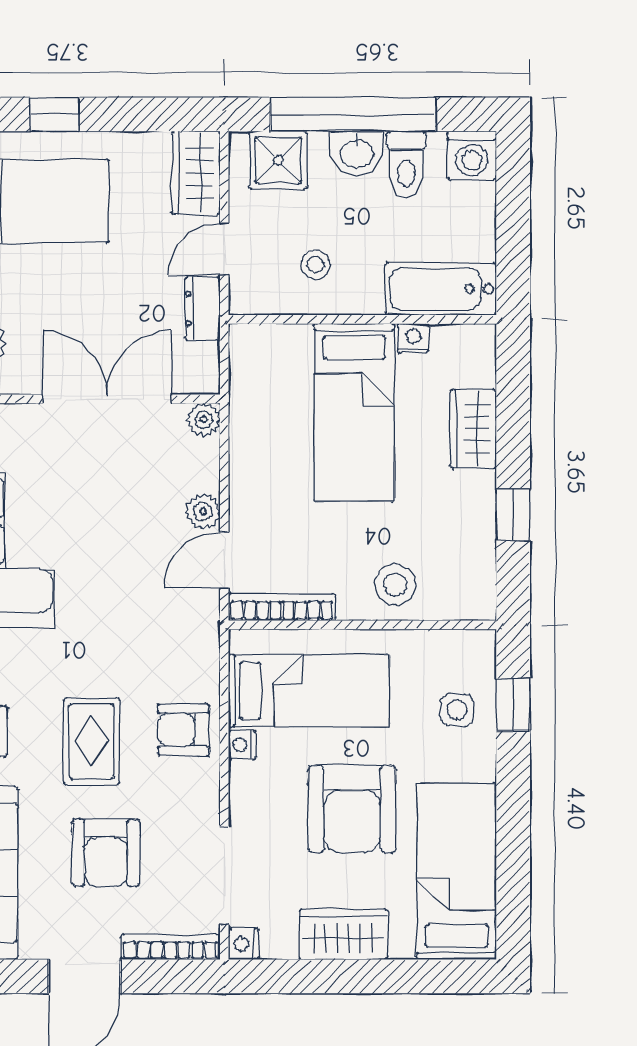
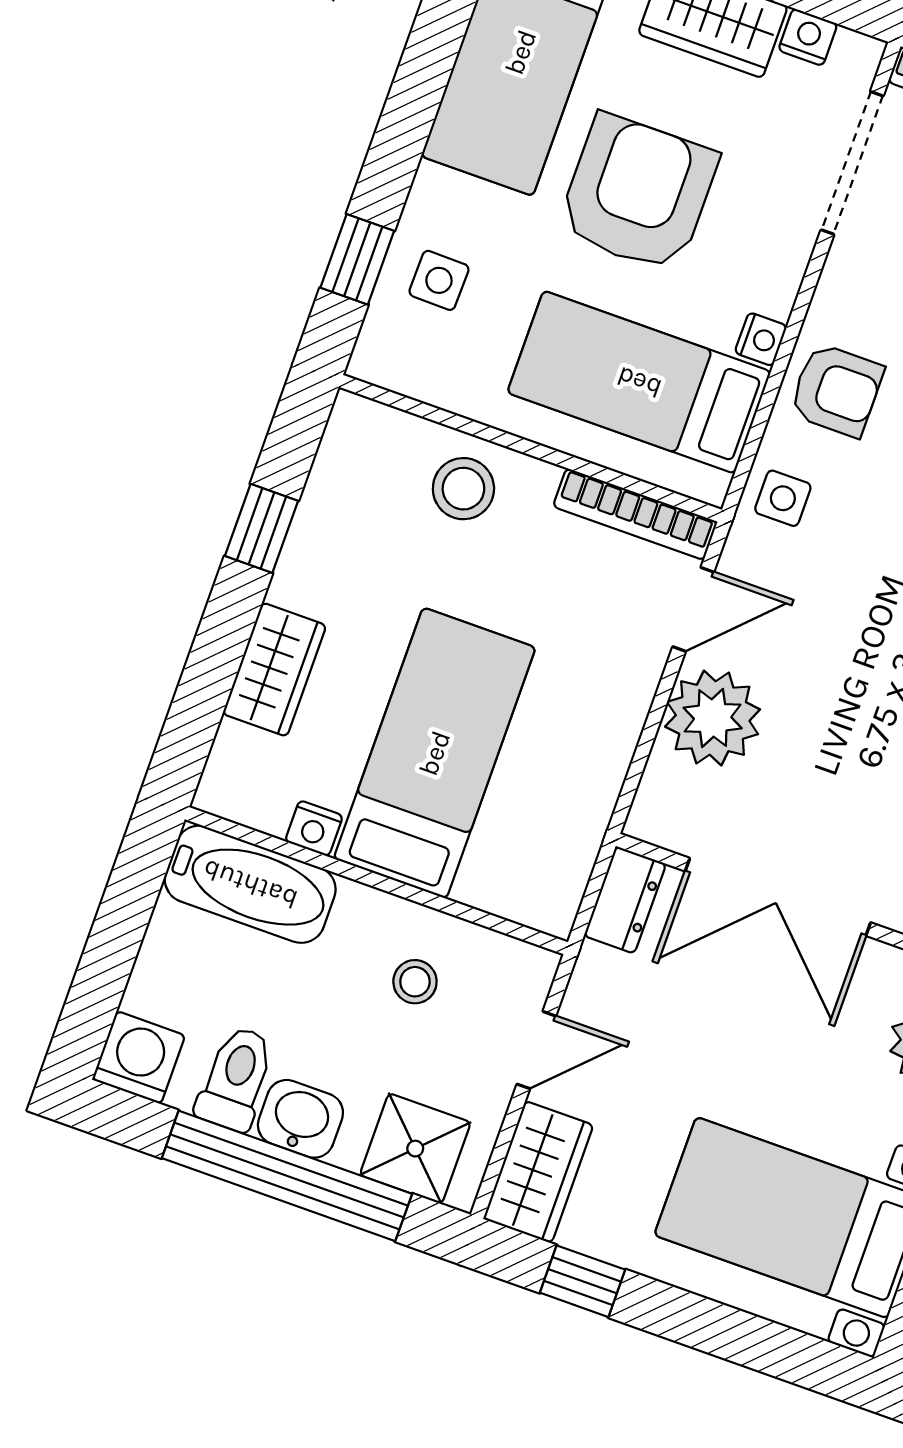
window: (55, 114) -> (583, 1281), moved
dresser: (202, 309) -> (625, 900), moved
plant: (204, 420) -> (652, 819), removed
plant: (203, 512) -> (713, 718), width x1.88, depth x1.88
side table: (193, 650) -> (783, 498), added
nightstand: (243, 944) -> (808, 37), moved, turned -90

